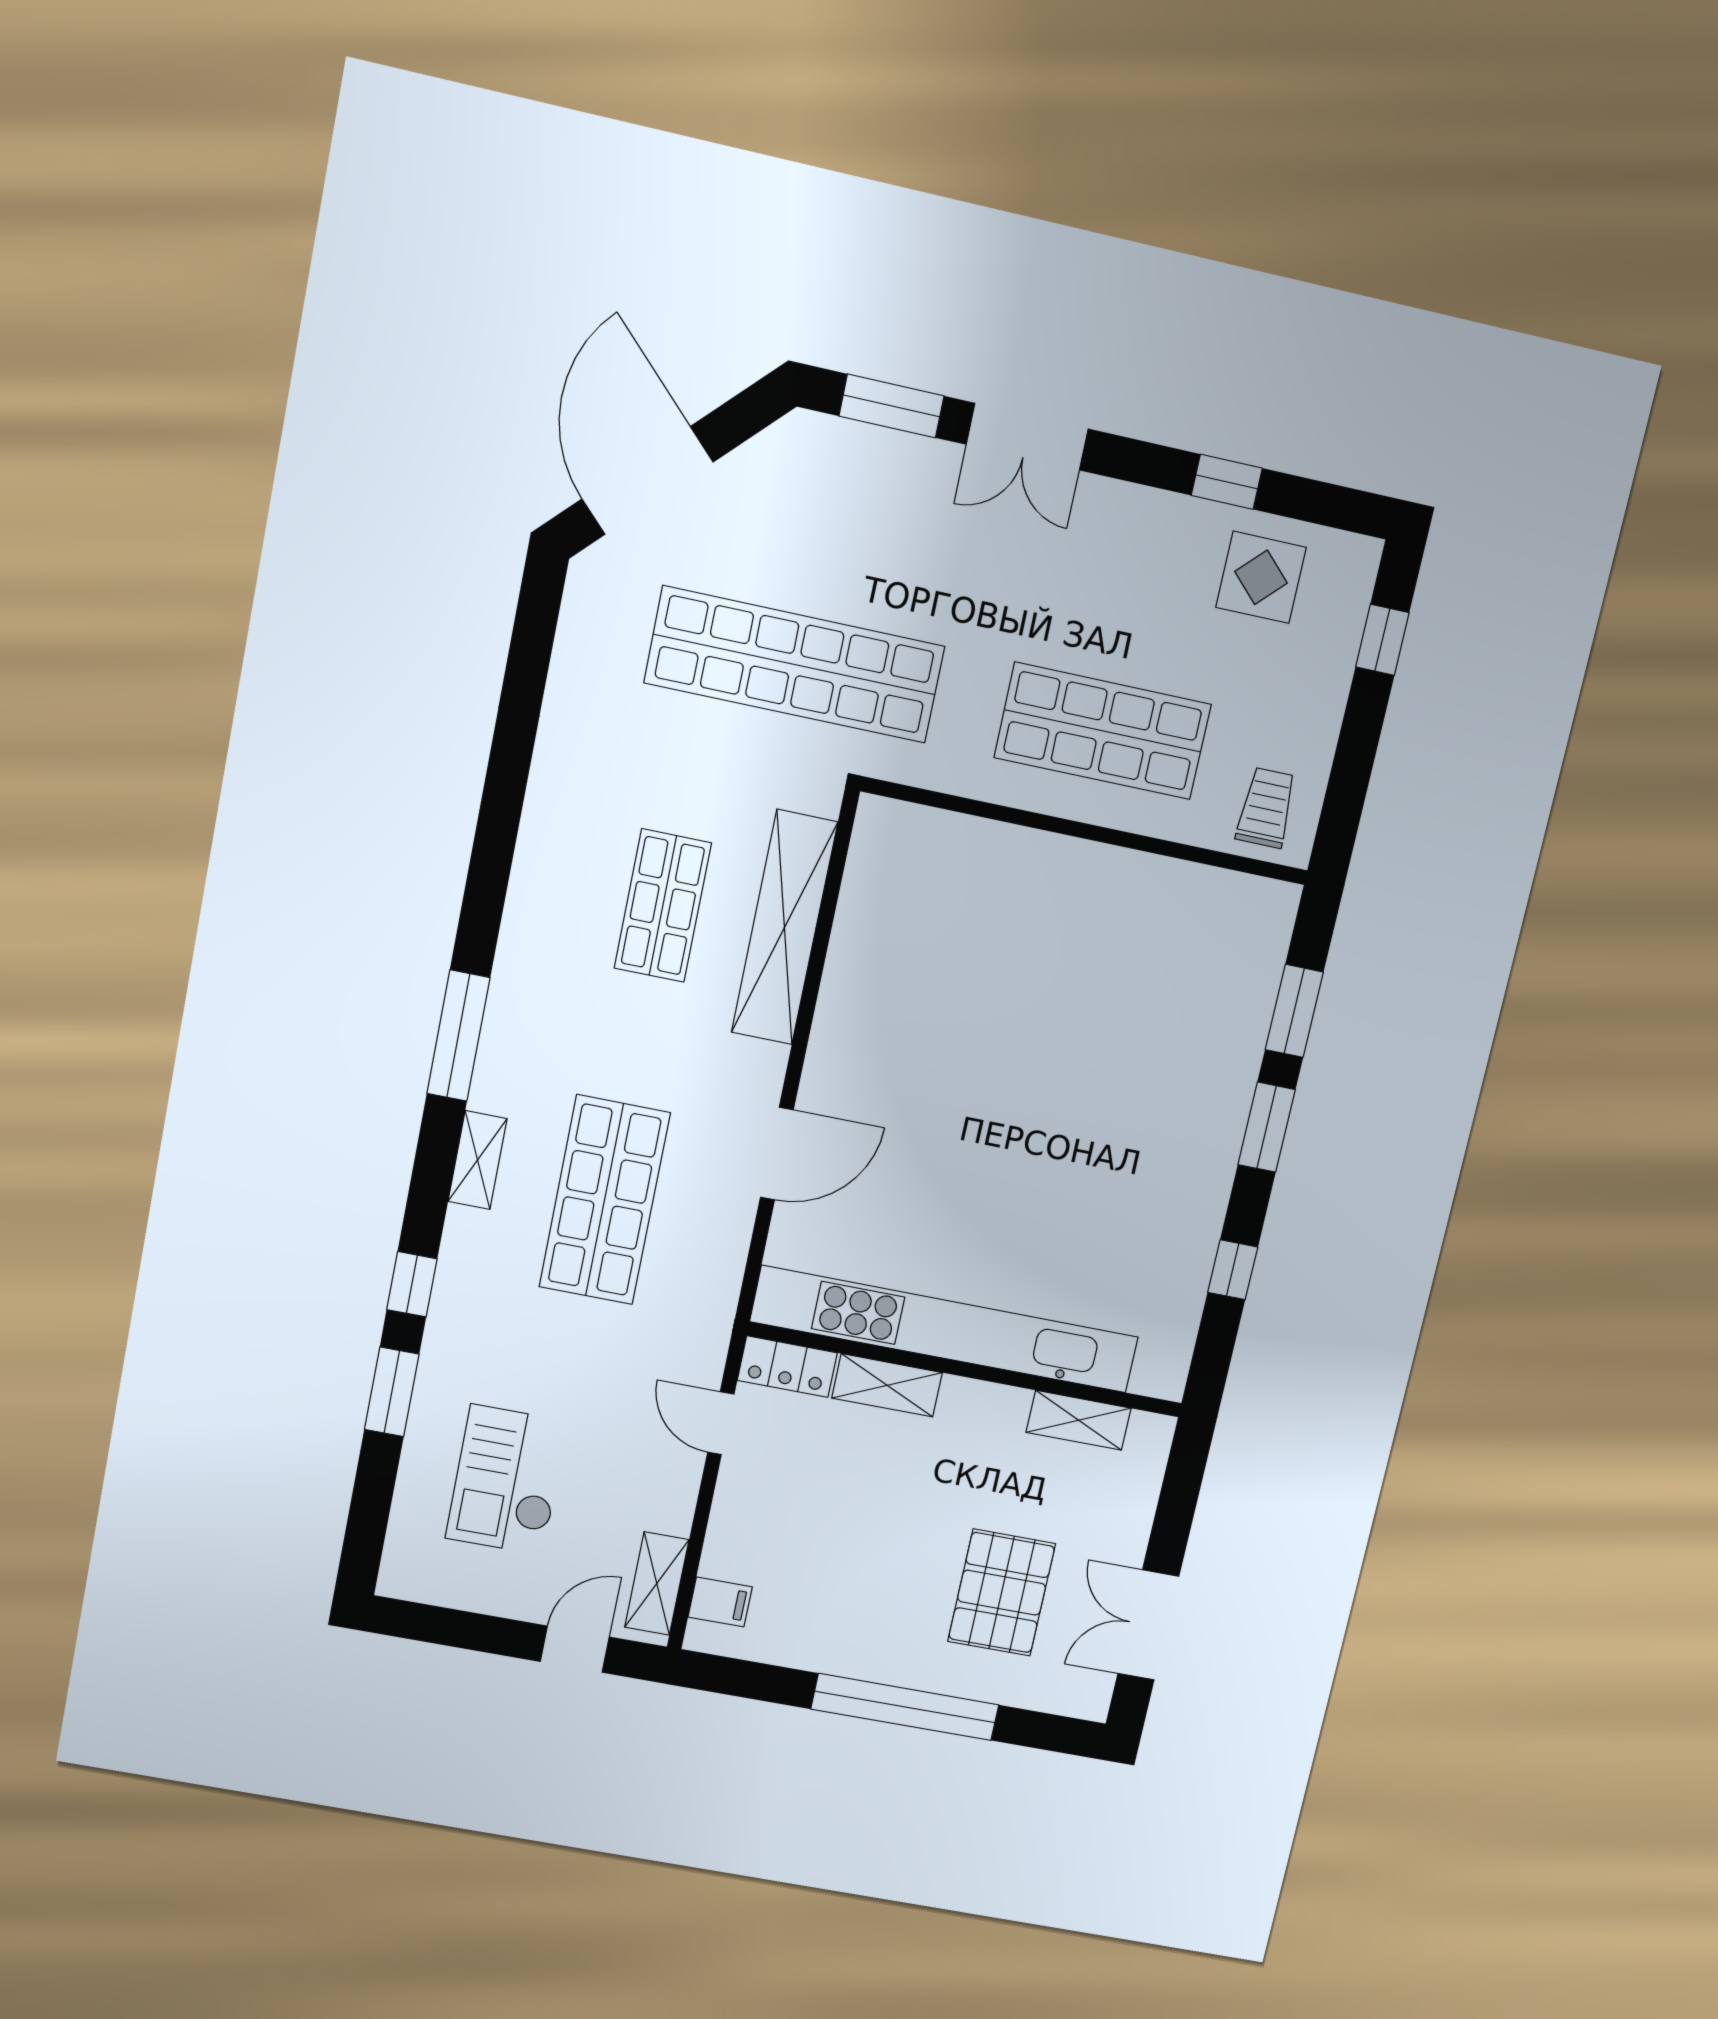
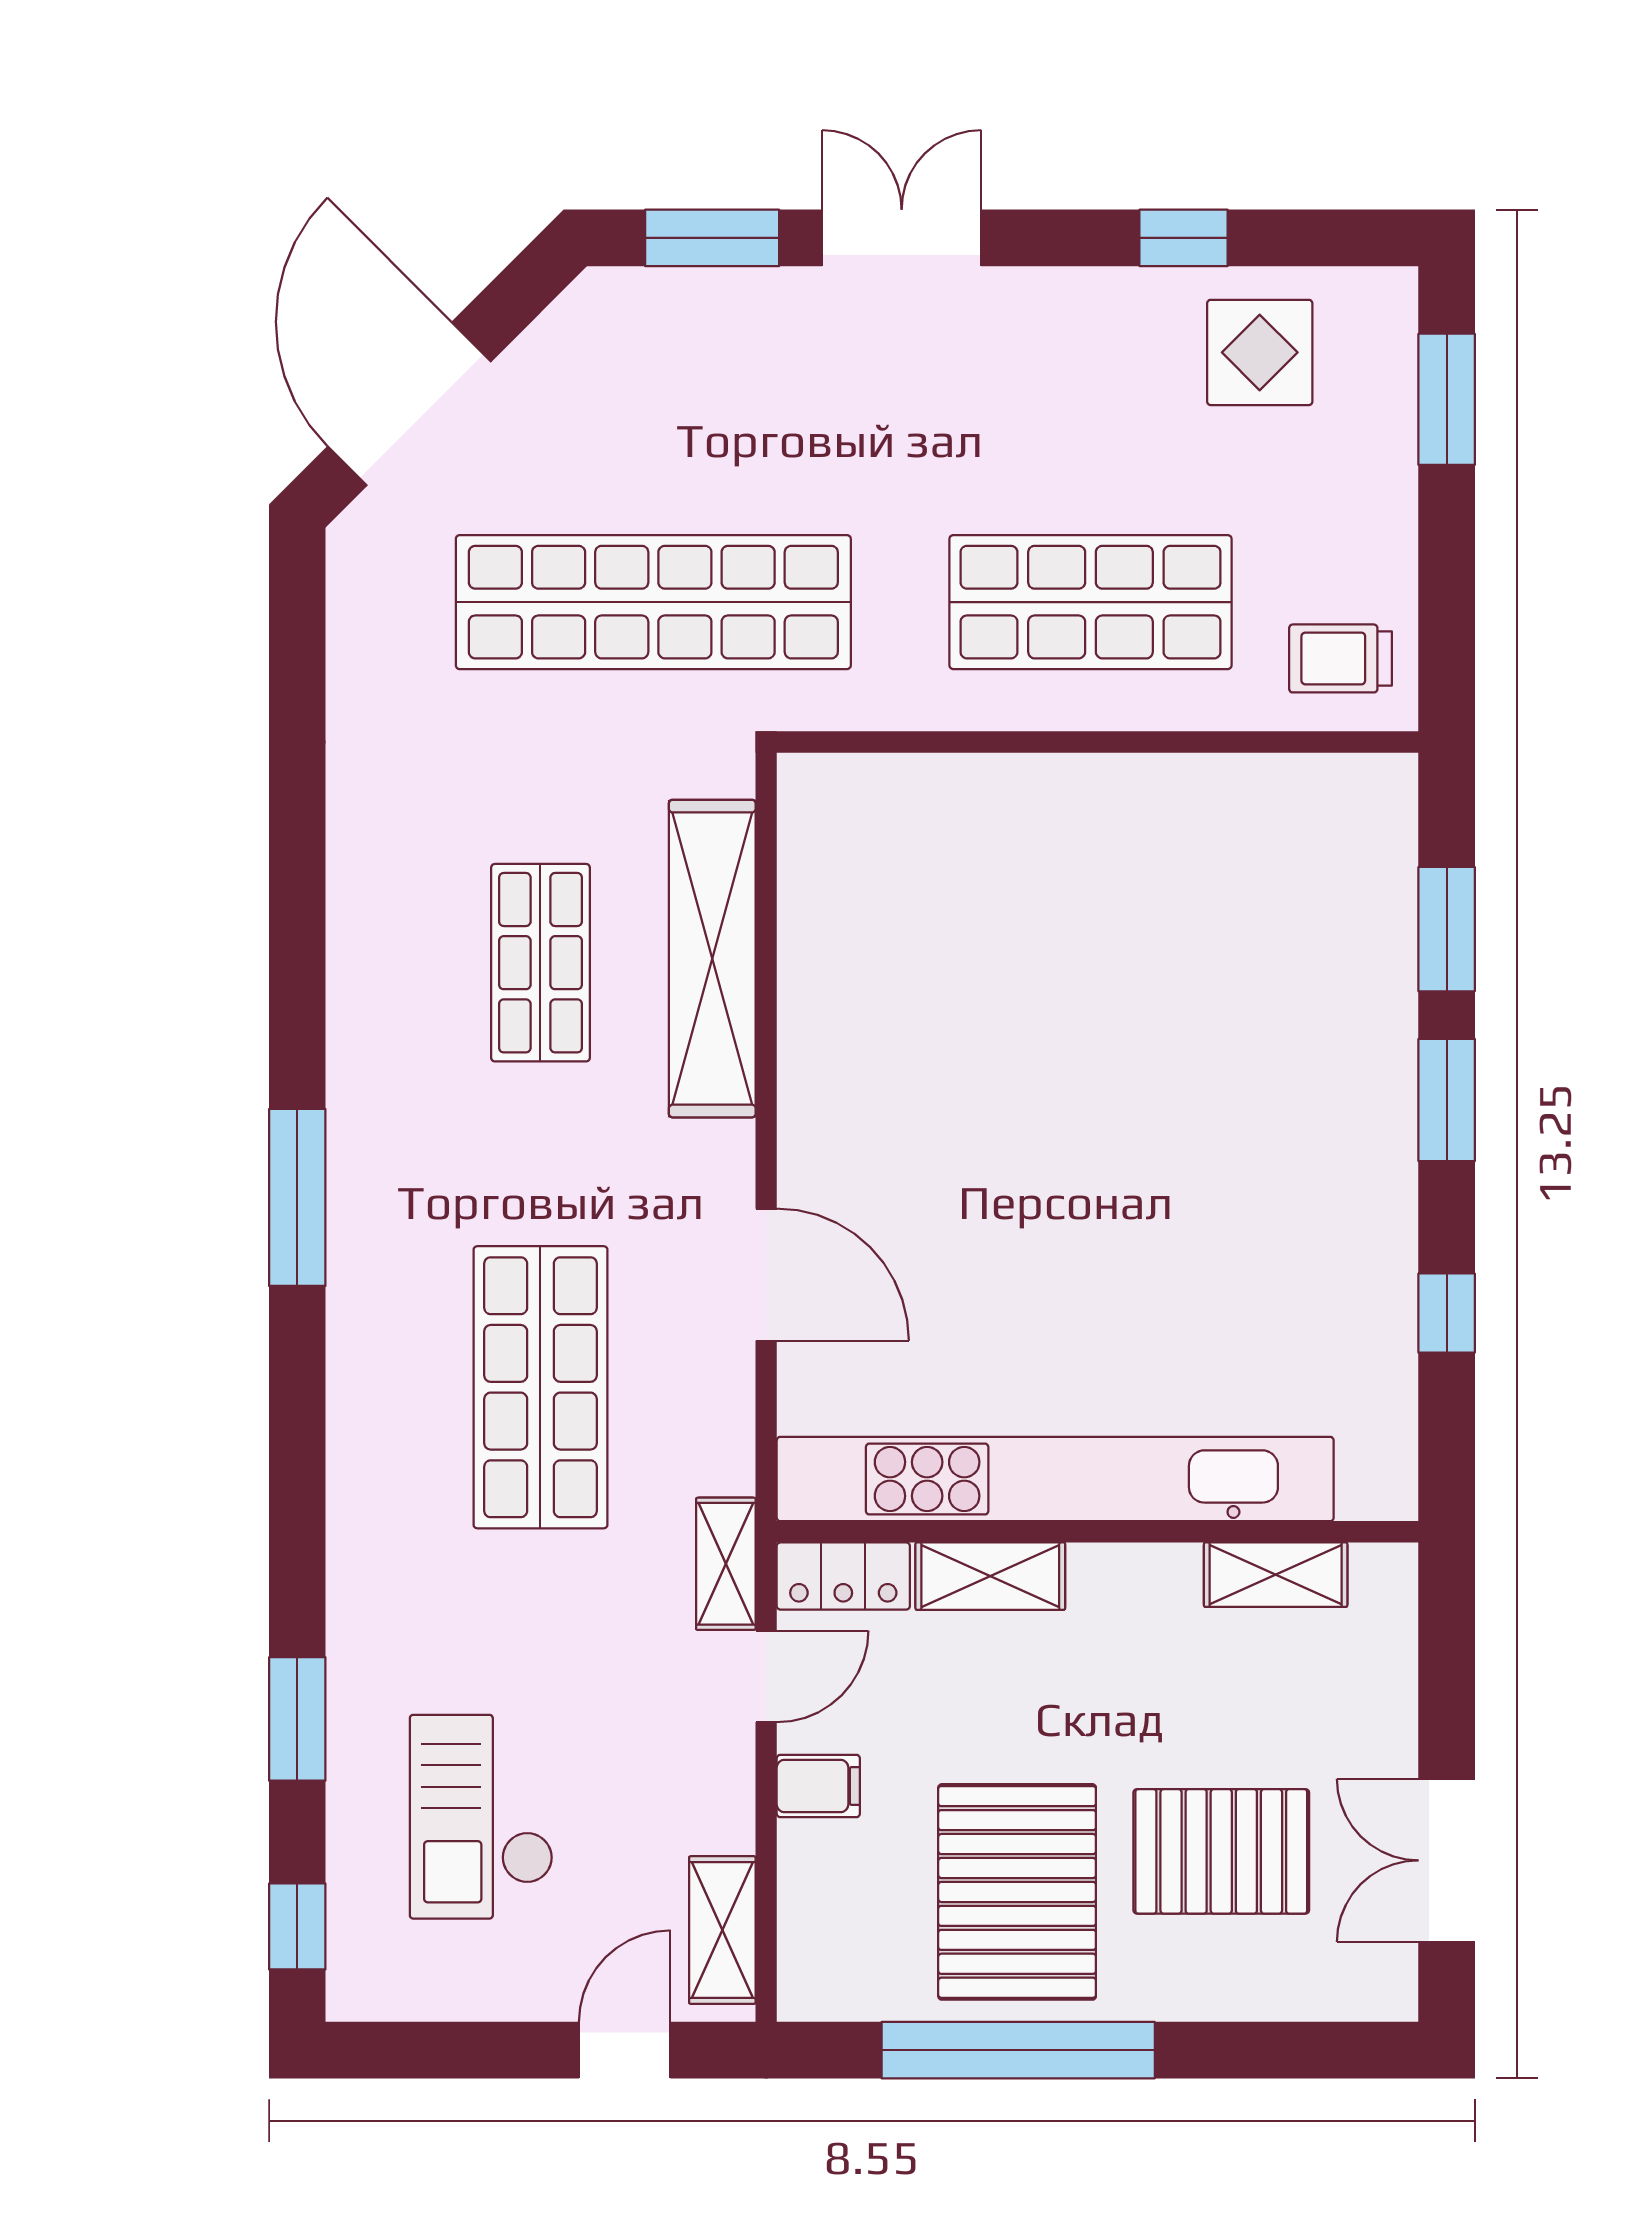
double door: (1027, 437) -> (902, 238), swing flipped
window: (1382, 640) -> (1447, 399), width x1.50
trolley: (1266, 808) -> (1340, 658), turned -90
door: (777, 1154) -> (766, 1275), hinge flipped
shelving: (478, 1160) -> (726, 1564), moved
window: (412, 1284) -> (297, 1926), moved
door: (721, 1423) -> (766, 1676), swing flipped
pallet: (1002, 1593) -> (1221, 1851), turned 90
pallet: (860, 1594) -> (1017, 1892), added
filing cabinet: (720, 1602) -> (818, 1786), moved
window: (905, 1707) -> (1018, 2050), moved

